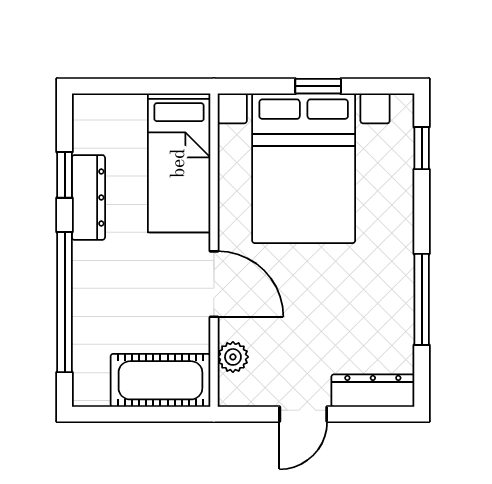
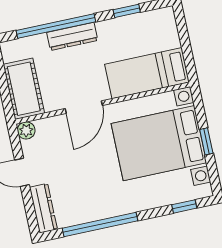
dresser: (88, 197) -> (72, 36), moved
window: (422, 299) -> (100, 224), width x1.46
plant: (233, 357) -> (26, 130), moved

